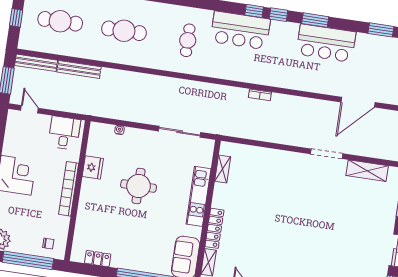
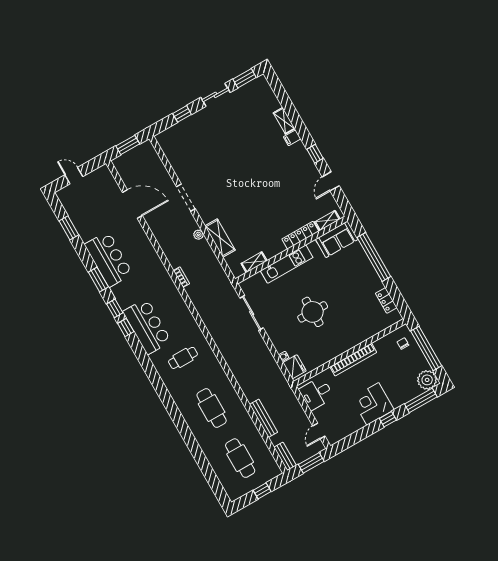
bench: (36, 63) -> (285, 456), width x0.73
plant: (285, 139) -> (198, 235), added
fridge: (93, 168) -> (295, 367), moved, turned 90
shelving: (367, 171) -> (220, 238), moved

